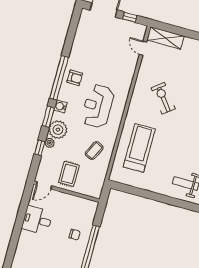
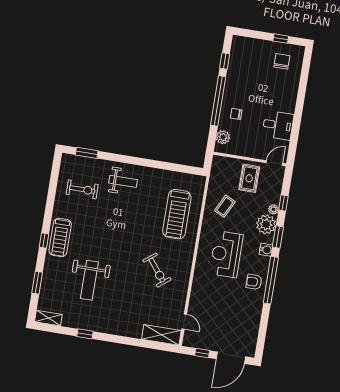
reception desk: (98, 106) -> (226, 254), turned 180
plant: (89, 214) -> (223, 137), added

